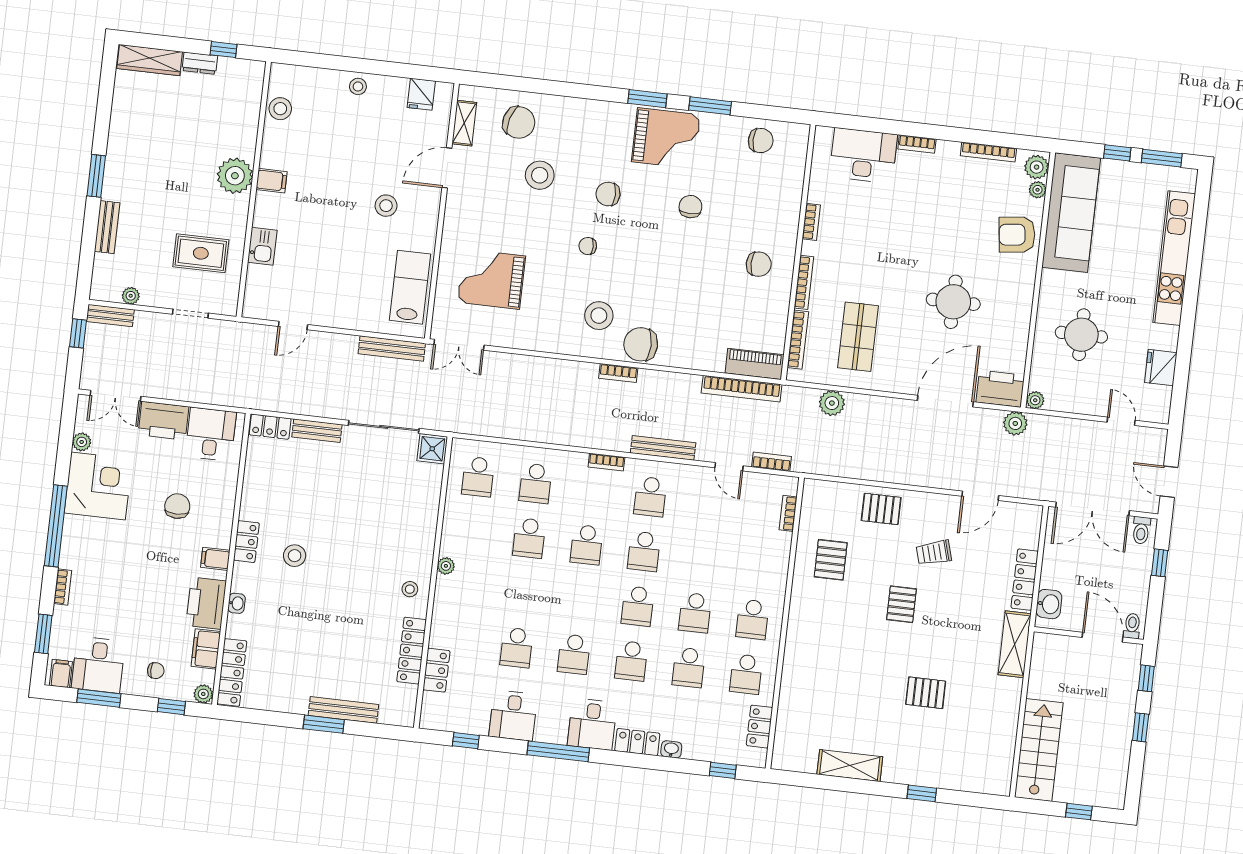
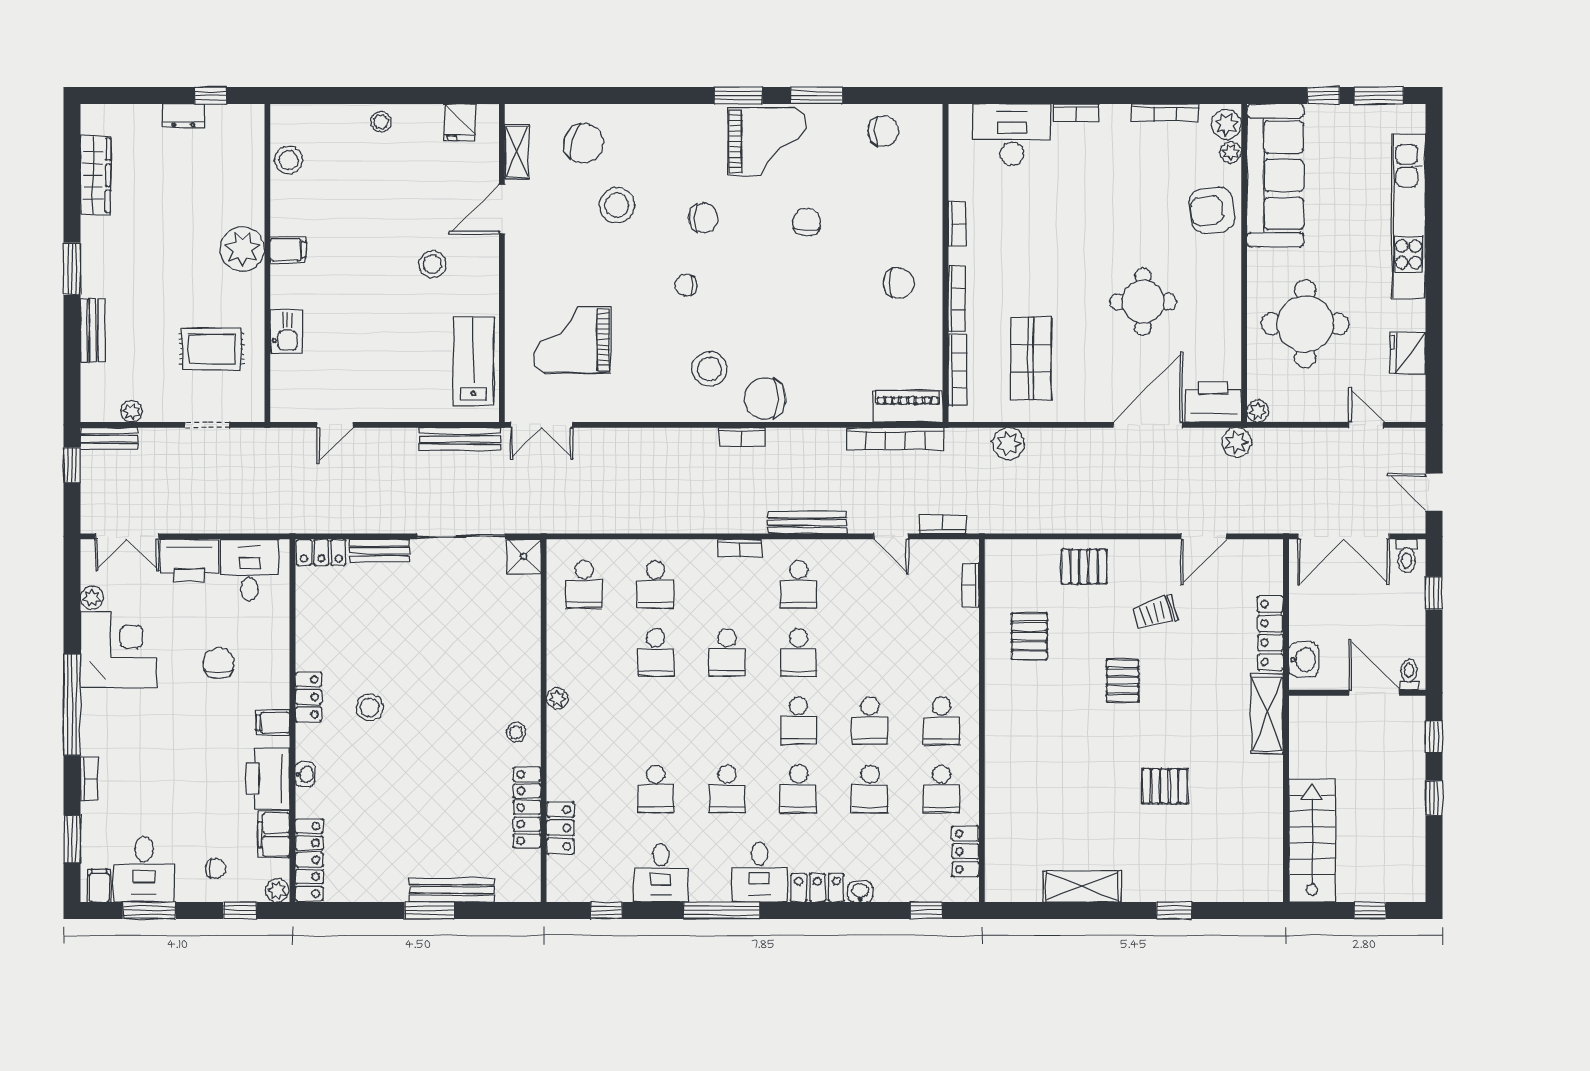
wardrobe: (150, 60) -> (96, 175), moved, turned -90
chair: (608, 194) -> (704, 218), turned 180
round table: (1081, 335) -> (1305, 324), width x1.36, depth x1.36

